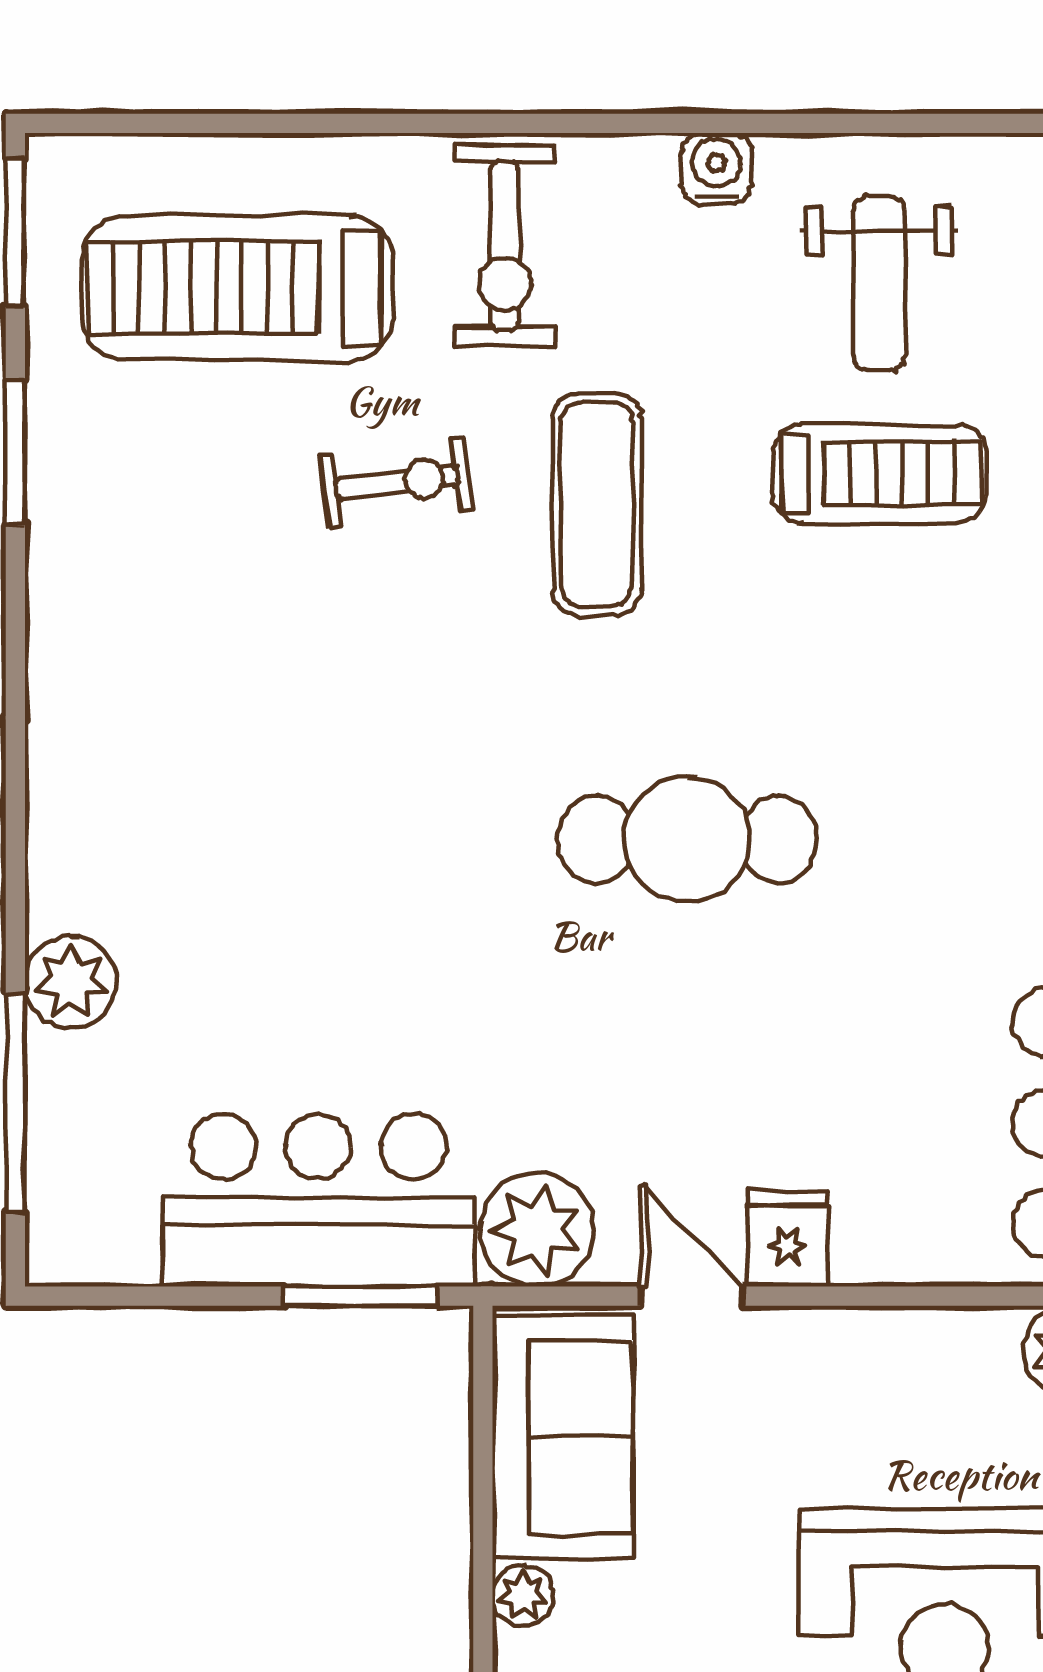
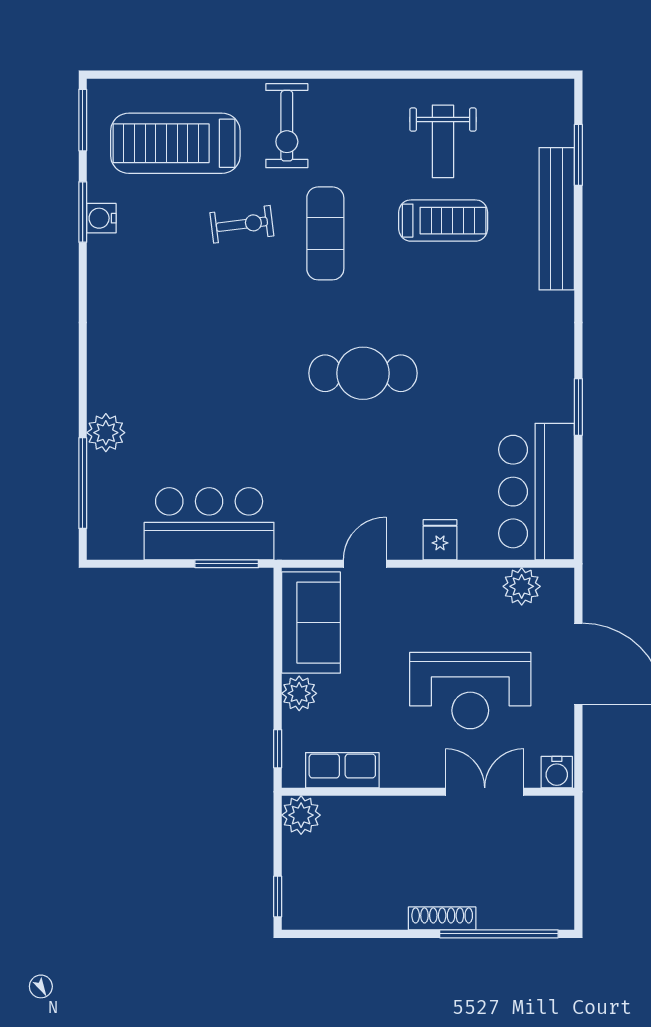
water cooler: (716, 168) -> (101, 218), moved, turned -90
plant: (537, 1230) -> (300, 536), removed
fridge: (787, 1239) -> (440, 540), moved
door: (691, 1296) -> (365, 564), hinge flipped
plant: (523, 1596) -> (299, 693), width x1.38, depth x1.38

